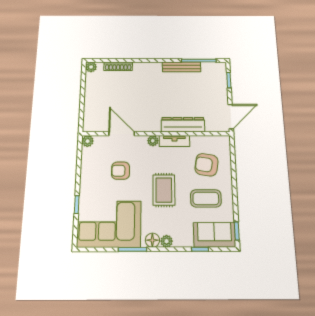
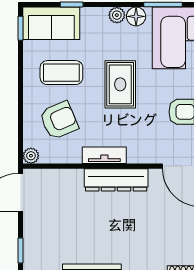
dresser: (183, 125) -> (116, 180), moved
plant: (153, 141) -> (31, 156), moved
armchair: (206, 165) -> (59, 120), turned -32

